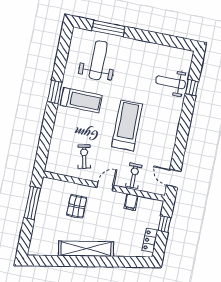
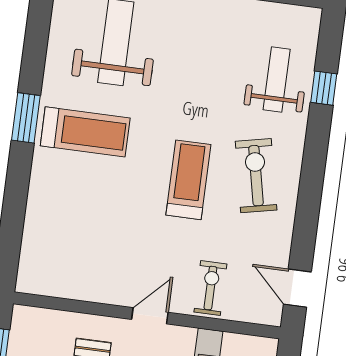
weight bench: (171, 82) -> (277, 79), turned 90
treadmill: (127, 125) -> (188, 180), width x0.73, depth x0.73
exercise bike: (84, 157) -> (256, 176), moved, width x1.38, depth x1.39

